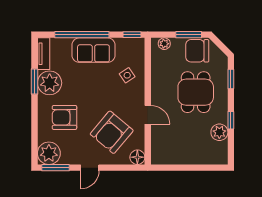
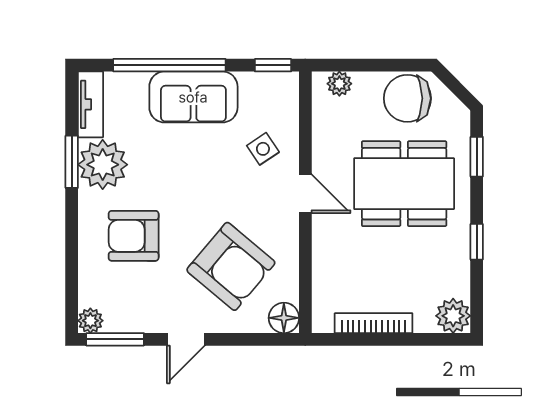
window: (189, 35) -> (390, 65), removed
dining table: (196, 92) -> (404, 184), width x1.38
door: (148, 115) -> (305, 194), moved
armchair: (112, 132) -> (231, 266), turned -90
plant: (219, 132) -> (453, 316), moved
plant: (49, 153) -> (90, 321), width x0.53, depth x0.53
bookcase: (181, 160) -> (374, 323), added

